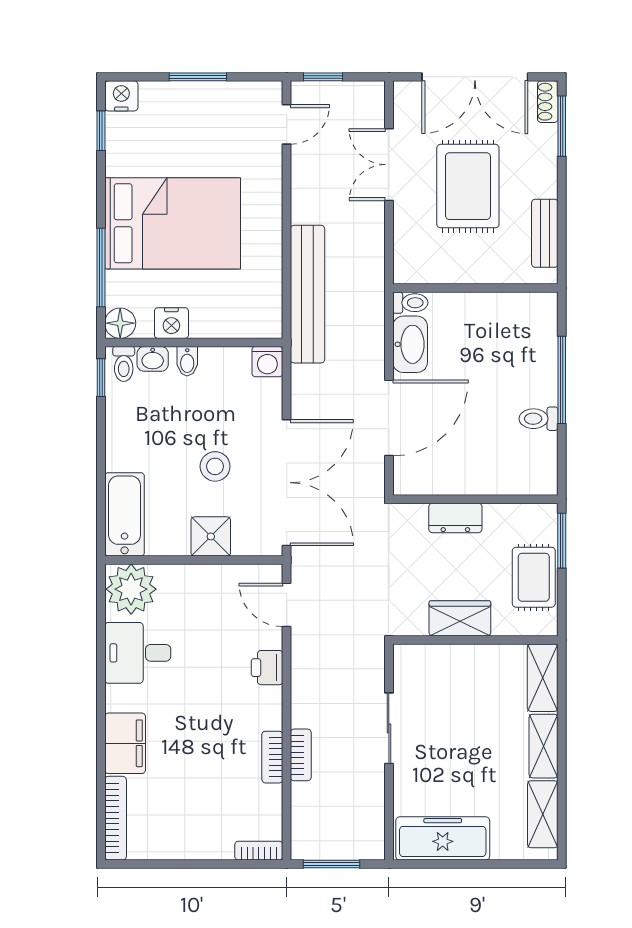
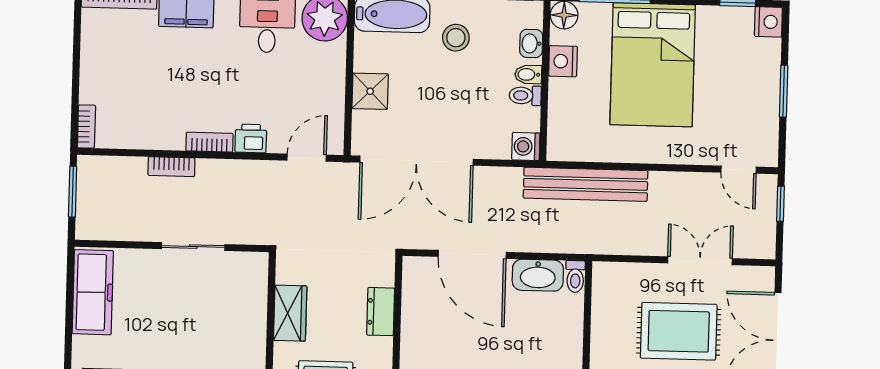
toilet: (124, 364) -> (525, 96), moved
stool: (215, 466) -> (456, 38), moved
bookcase: (272, 757) -> (209, 142), moved

